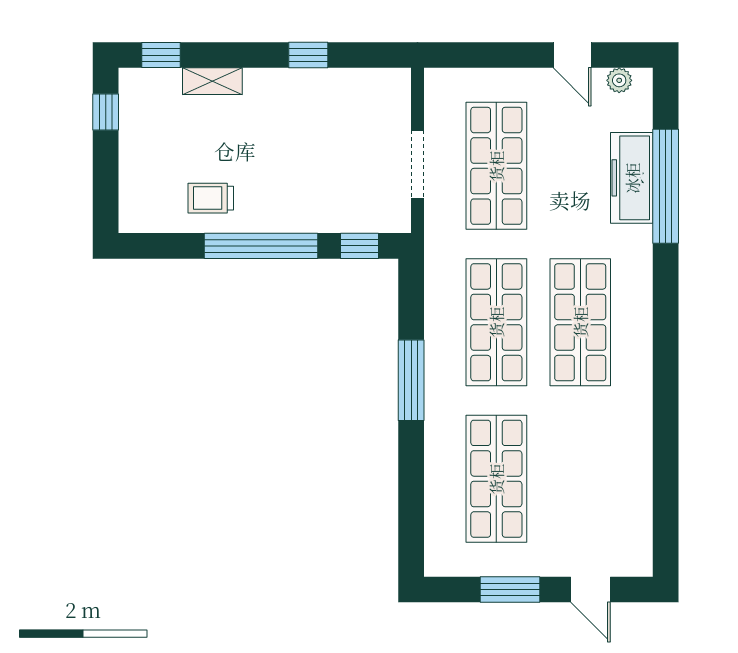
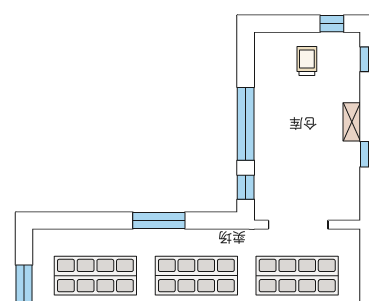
shelving: (212, 81) -> (352, 122), moved
doorway: (417, 164) -> (298, 225), width x1.36
trolley: (211, 198) -> (307, 61), moved

